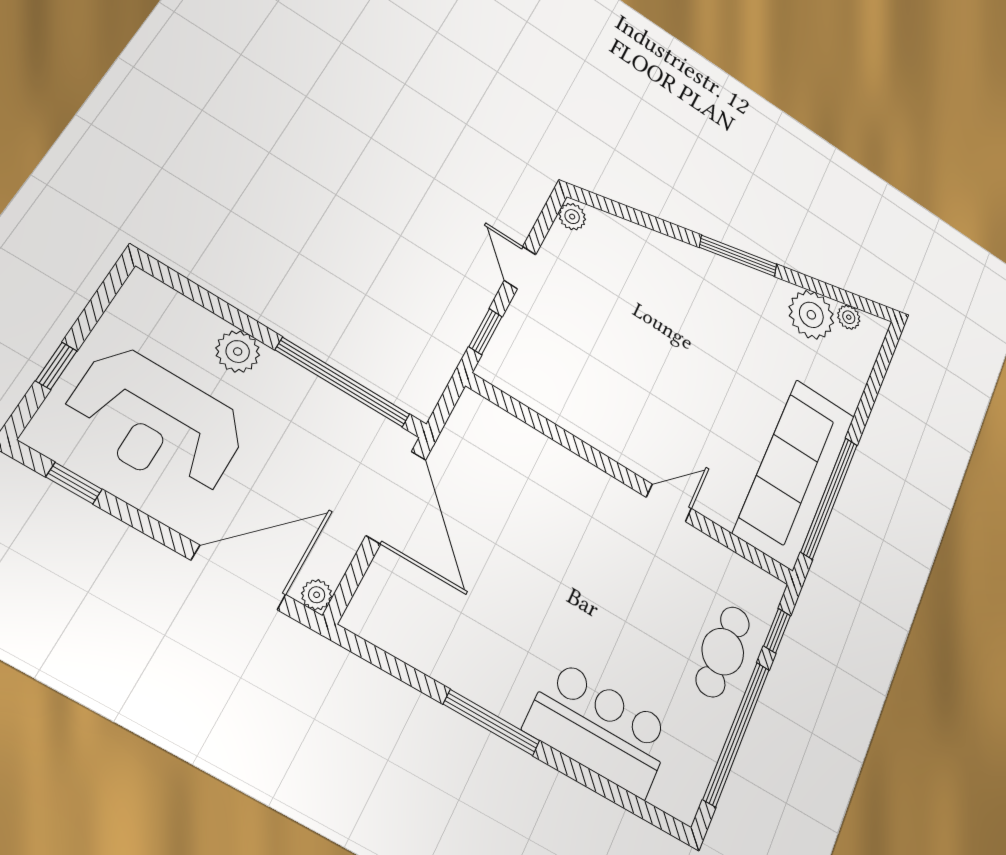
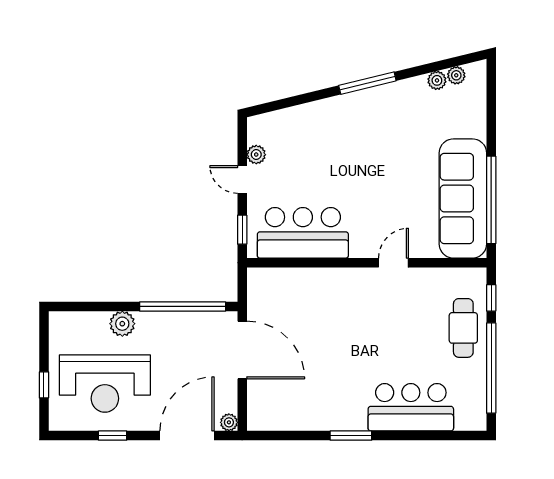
plant: (572, 217) -> (256, 155), moved
plant: (811, 315) -> (437, 80), width x0.53, depth x0.53
bar counter: (566, 387) -> (303, 233), added
window: (74, 483) -> (113, 436), moved
window: (492, 723) -> (351, 436), width x0.69

